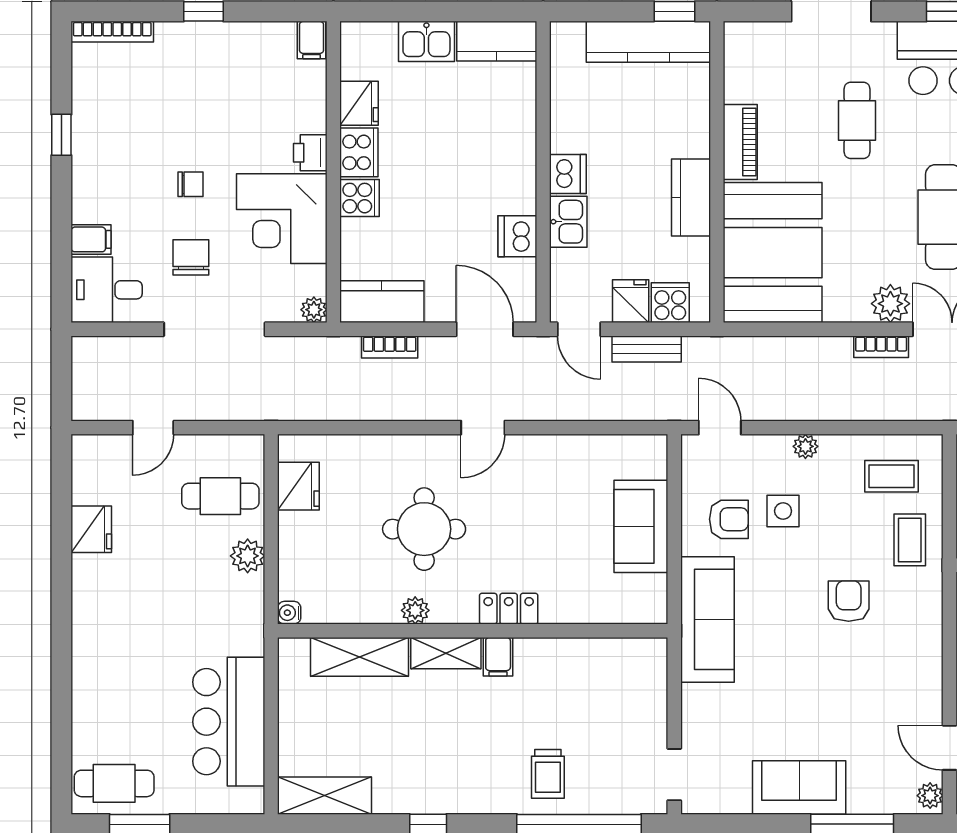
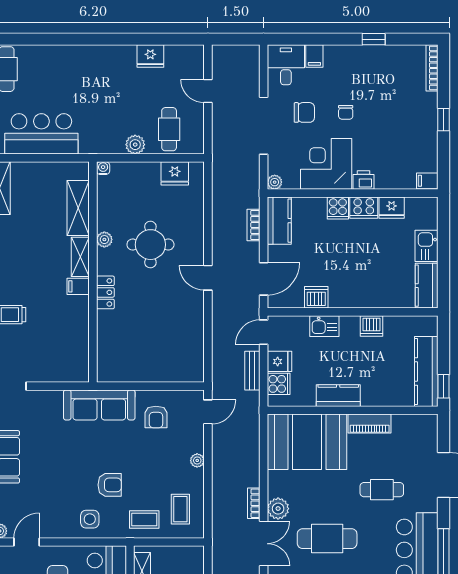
dishwasher: (568, 174) -> (371, 326), moved
side table: (783, 511) -> (90, 519), moved
sofa: (641, 526) -> (152, 367), removed

